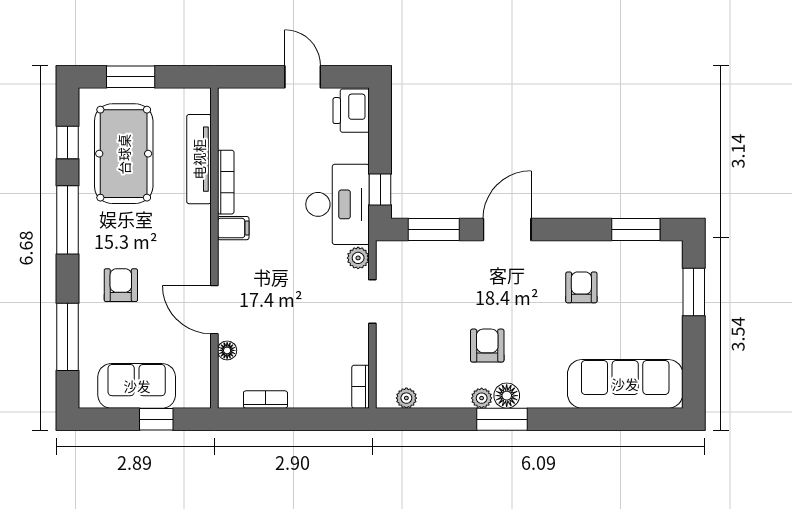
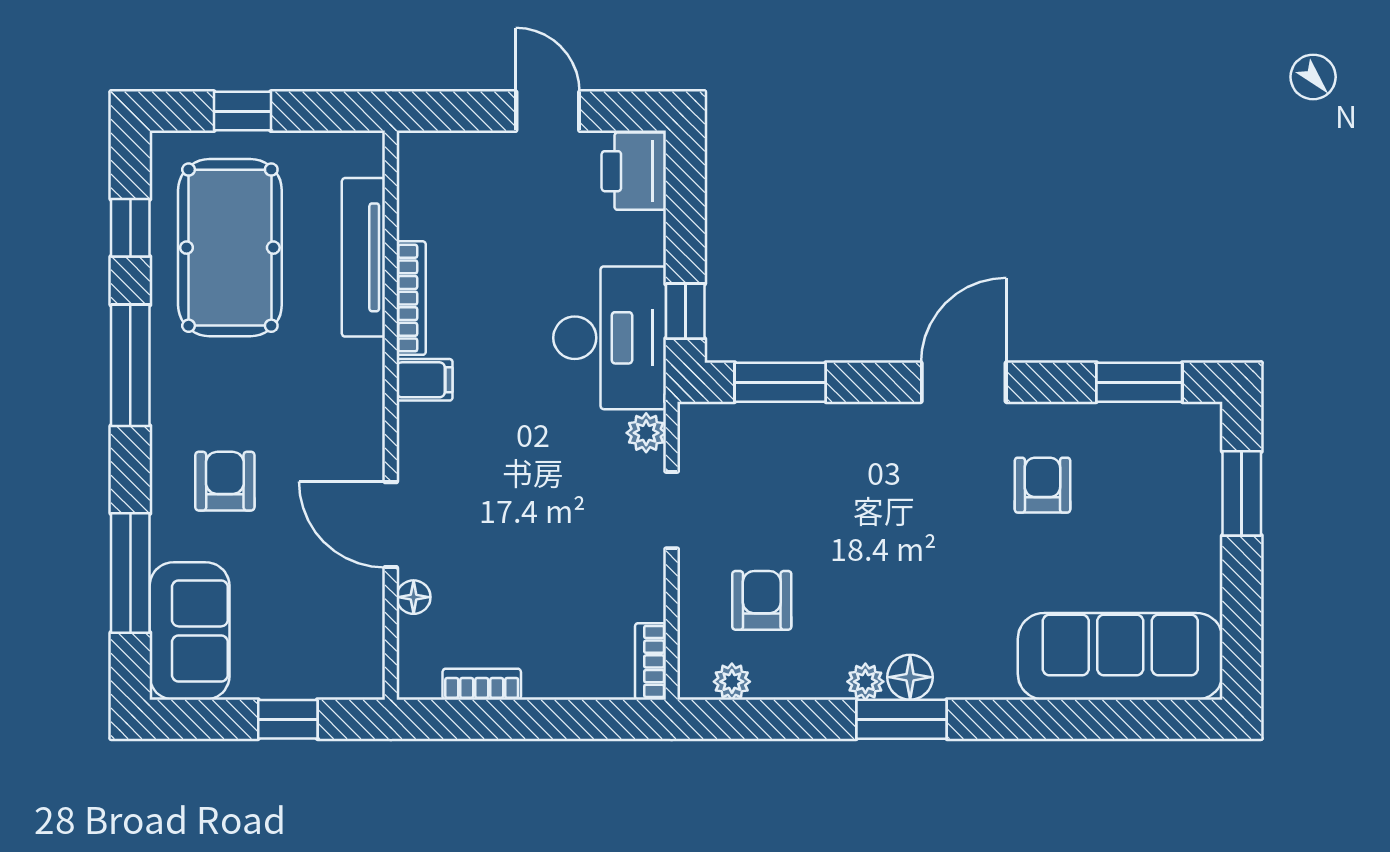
window: (131, 77) -> (242, 111), width x0.67
door: (507, 229) -> (964, 382), moved
armchair: (487, 346) -> (762, 600), moved
sofa: (137, 386) -> (190, 631), moved, turned 90

